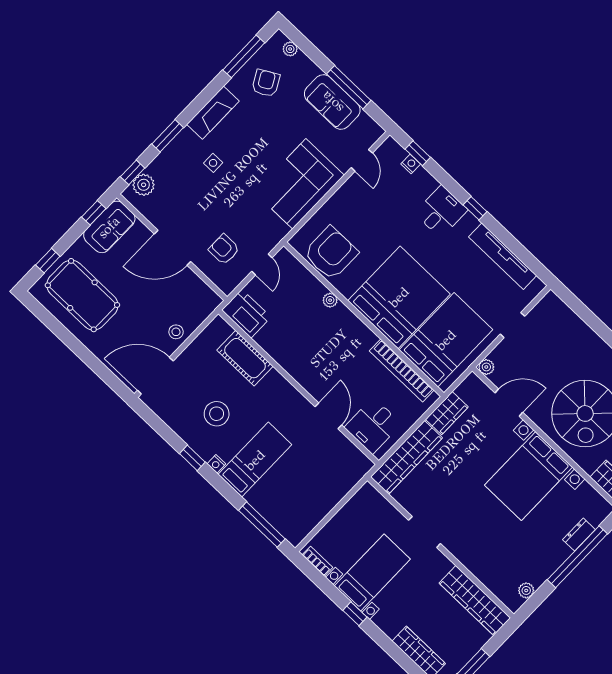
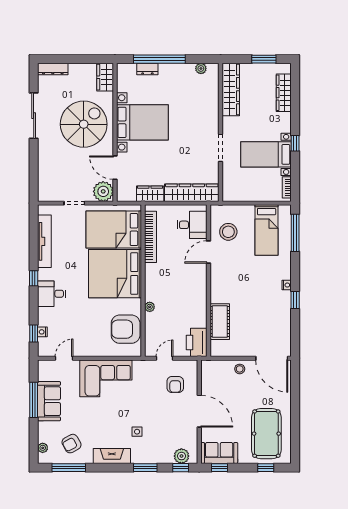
plant: (486, 367) -> (103, 191), width x1.87, depth x1.87
stool: (217, 414) -> (228, 232), moved
bed: (255, 460) -> (267, 230), moved, turned -90

